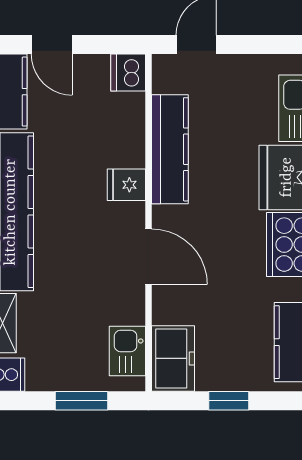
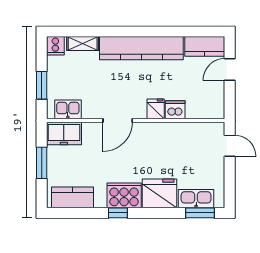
dishwasher: (128, 72) -> (175, 110), moved
kitchen counter: (170, 149) -> (174, 132), removed
window: (229, 401) -> (42, 163), width x1.50

